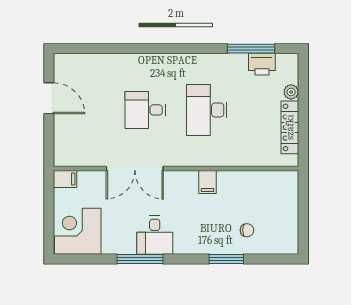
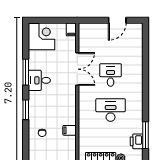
double door: (135, 168) -> (77, 69), swing flipped
filing cabinet: (208, 182) -> (70, 130), moved
window: (226, 259) -> (26, 110), moved

